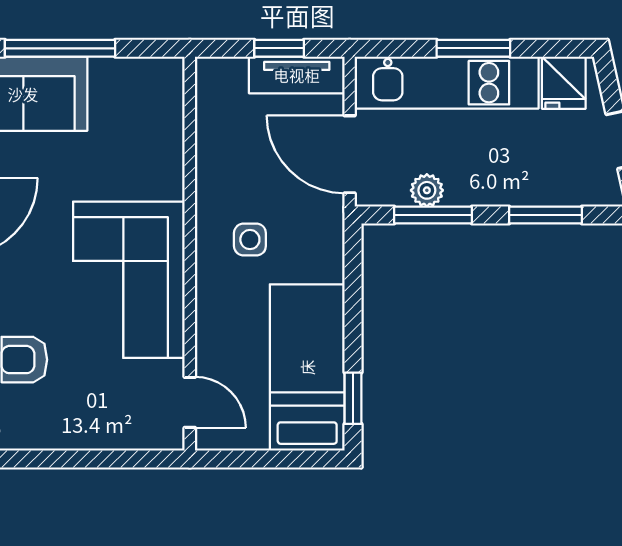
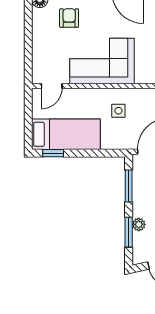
plant: (427, 190) -> (139, 224), moved

